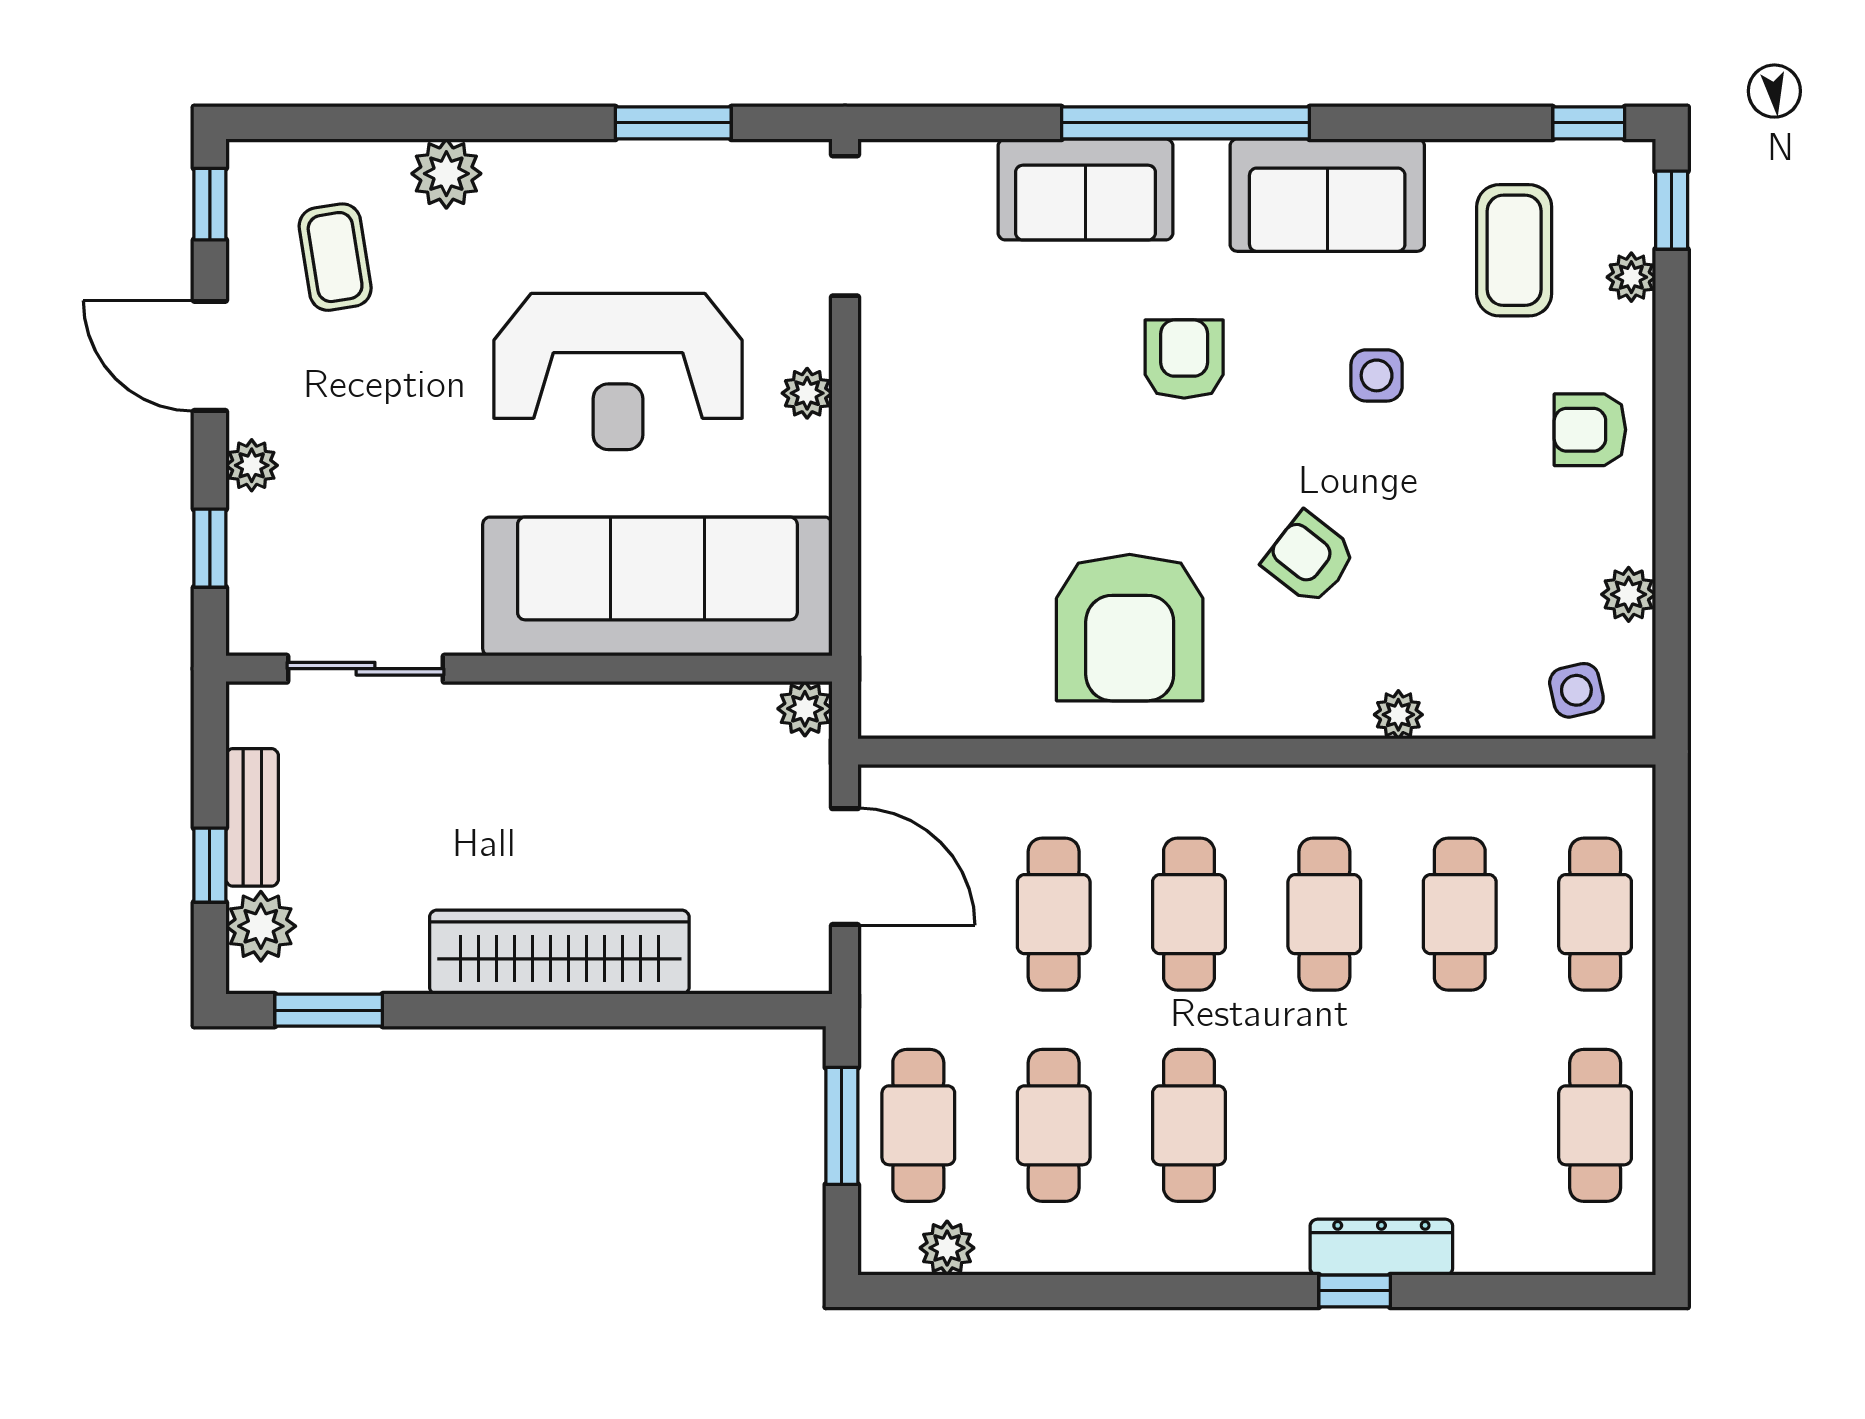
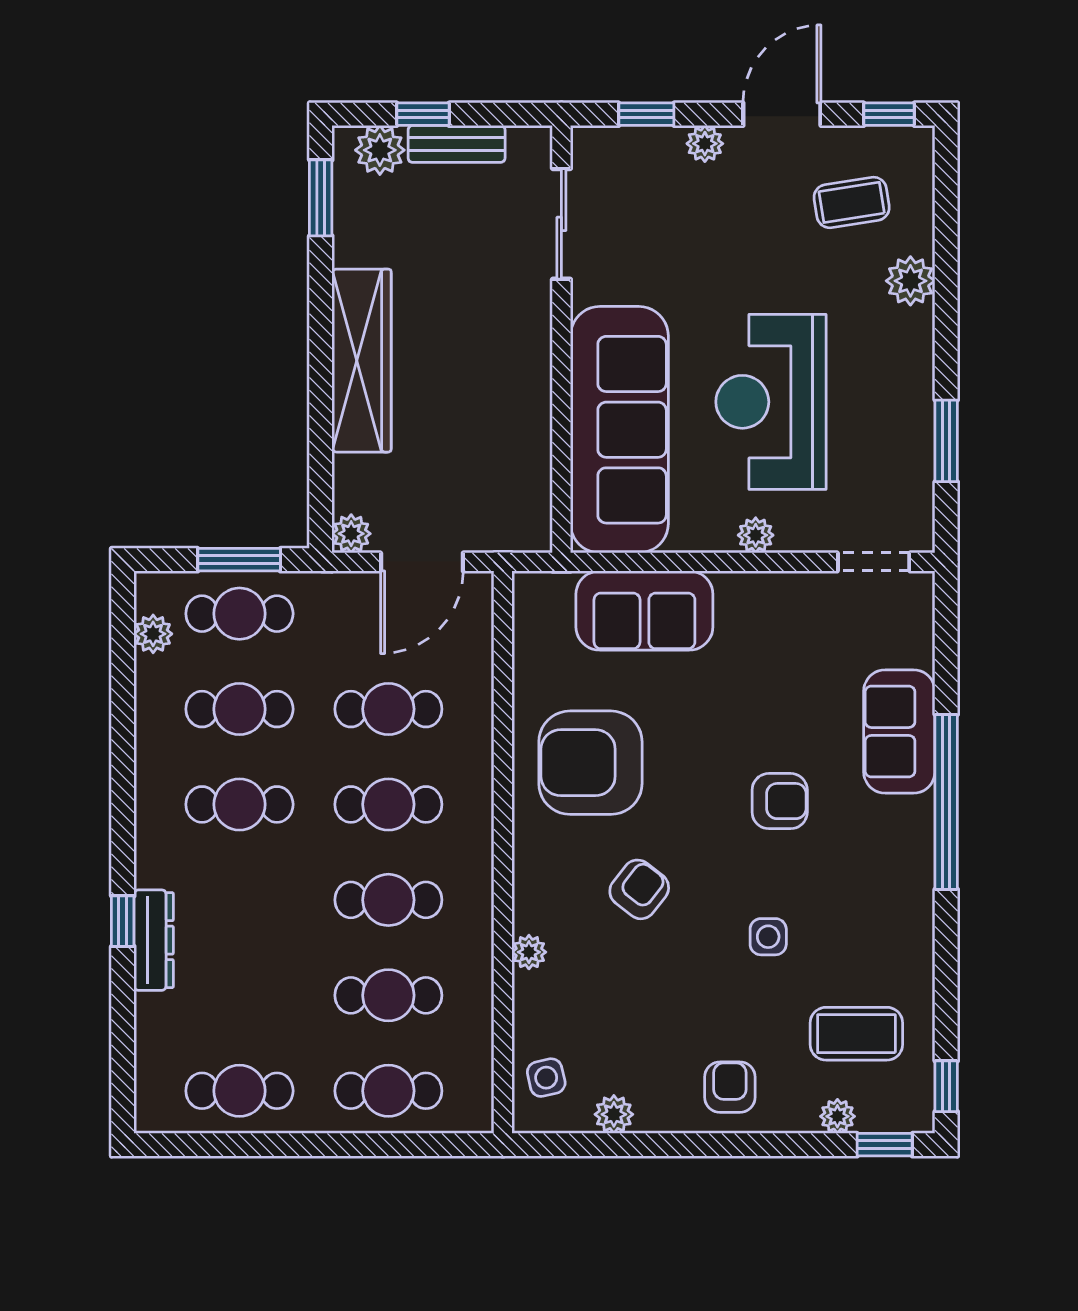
sofa: (1327, 195) -> (644, 611), moved, turned -90
doorway: (845, 226) -> (874, 562), width x0.73
plant: (805, 709) -> (351, 534), moved

